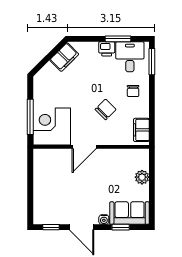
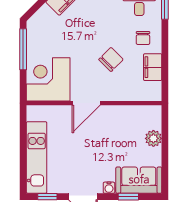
window: (30, 117) -> (23, 49), moved
filing cabinet: (141, 130) -> (153, 67), moved
kitchen unit: (42, 194) -> (37, 157), added

